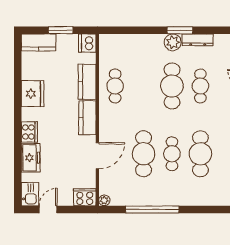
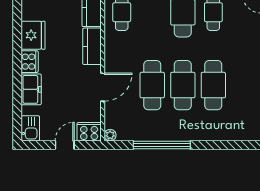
fridge: (33, 94) -> (33, 35), moved
cafe table: (172, 154) -> (183, 85), width x1.37, depth x1.35
door: (48, 210) -> (65, 145), moved

